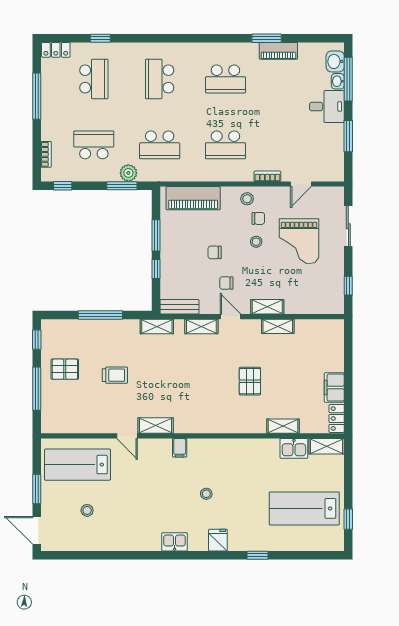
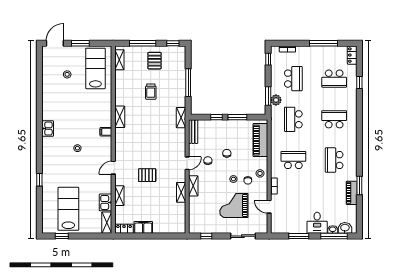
school desk: (225, 145) -> (293, 160), turned 90
shelving: (201, 326) -> (119, 60), moved
door: (127, 436) -> (113, 168), moved
fridge: (218, 540) -> (49, 155), removed

